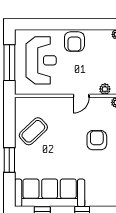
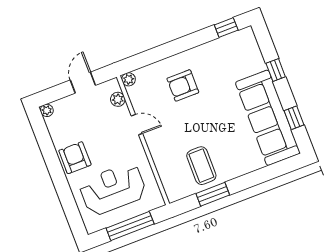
armchair: (74, 42) -> (75, 158), turned -90
coffee table: (33, 131) -> (201, 166), turned 43
window: (9, 160) -> (213, 194), moved

